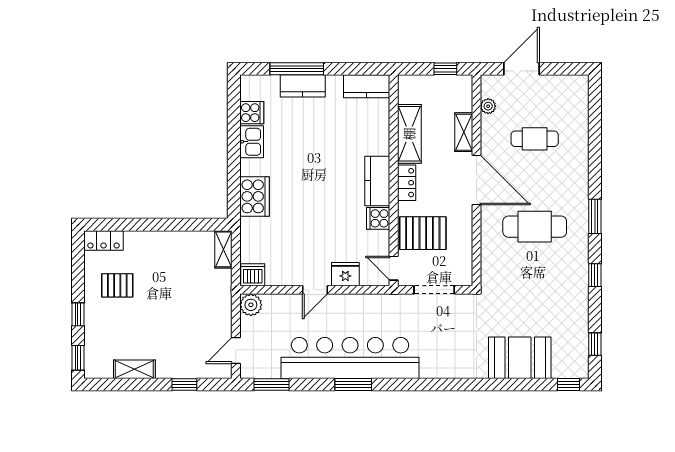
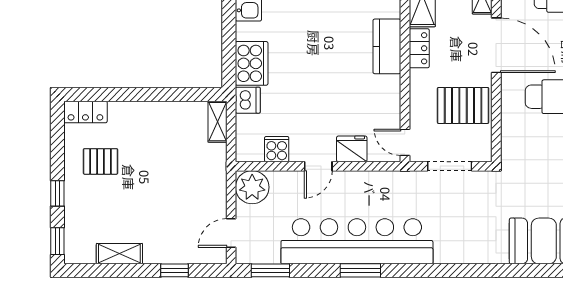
cooker: (378, 218) -> (277, 149), moved, turned 90
pallet: (423, 233) -> (463, 105), moved
dishwasher: (253, 275) -> (248, 100), moved, turned 90
plant: (251, 305) -> (252, 187), width x1.36, depth x1.36

